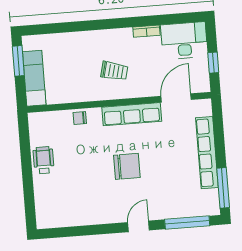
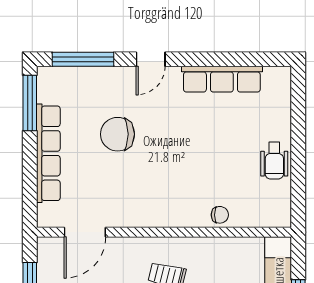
row of seats: (132, 114) -> (222, 79), moved, turned 180
chair: (127, 166) -> (118, 134), moved

